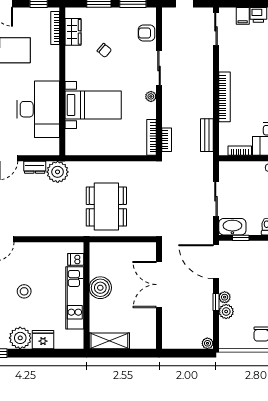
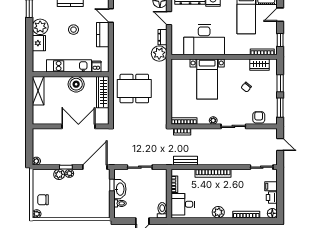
washbasin: (232, 227) -> (120, 189), moved
kitchen counter: (31, 251) -> (103, 35), added
wardrobe: (111, 251) -> (103, 92), added

